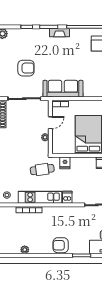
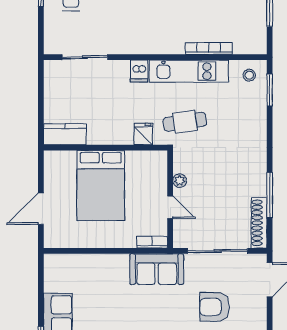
sofa: (63, 89) -> (157, 269), width x0.73
door: (50, 123) -> (170, 207), swing flipped

